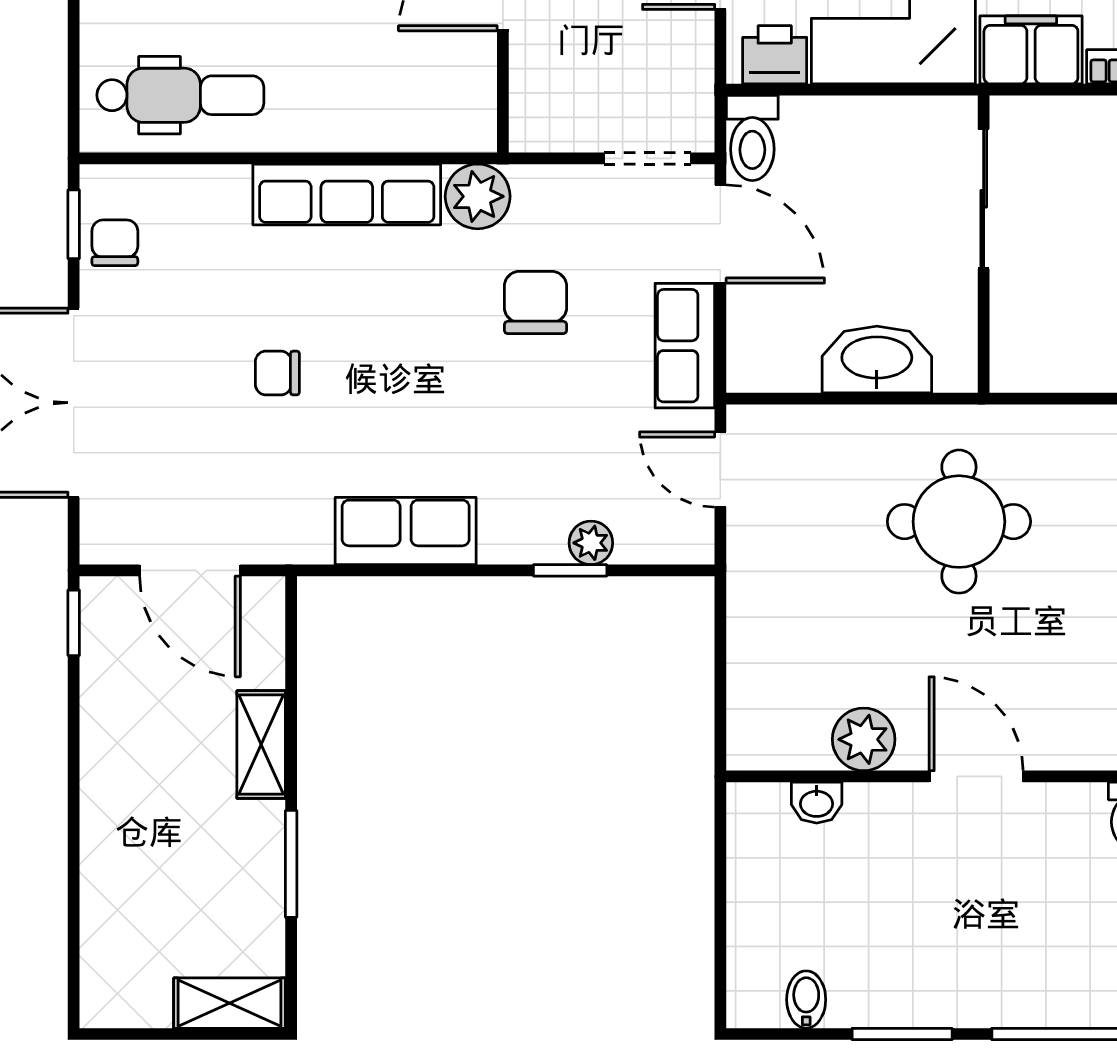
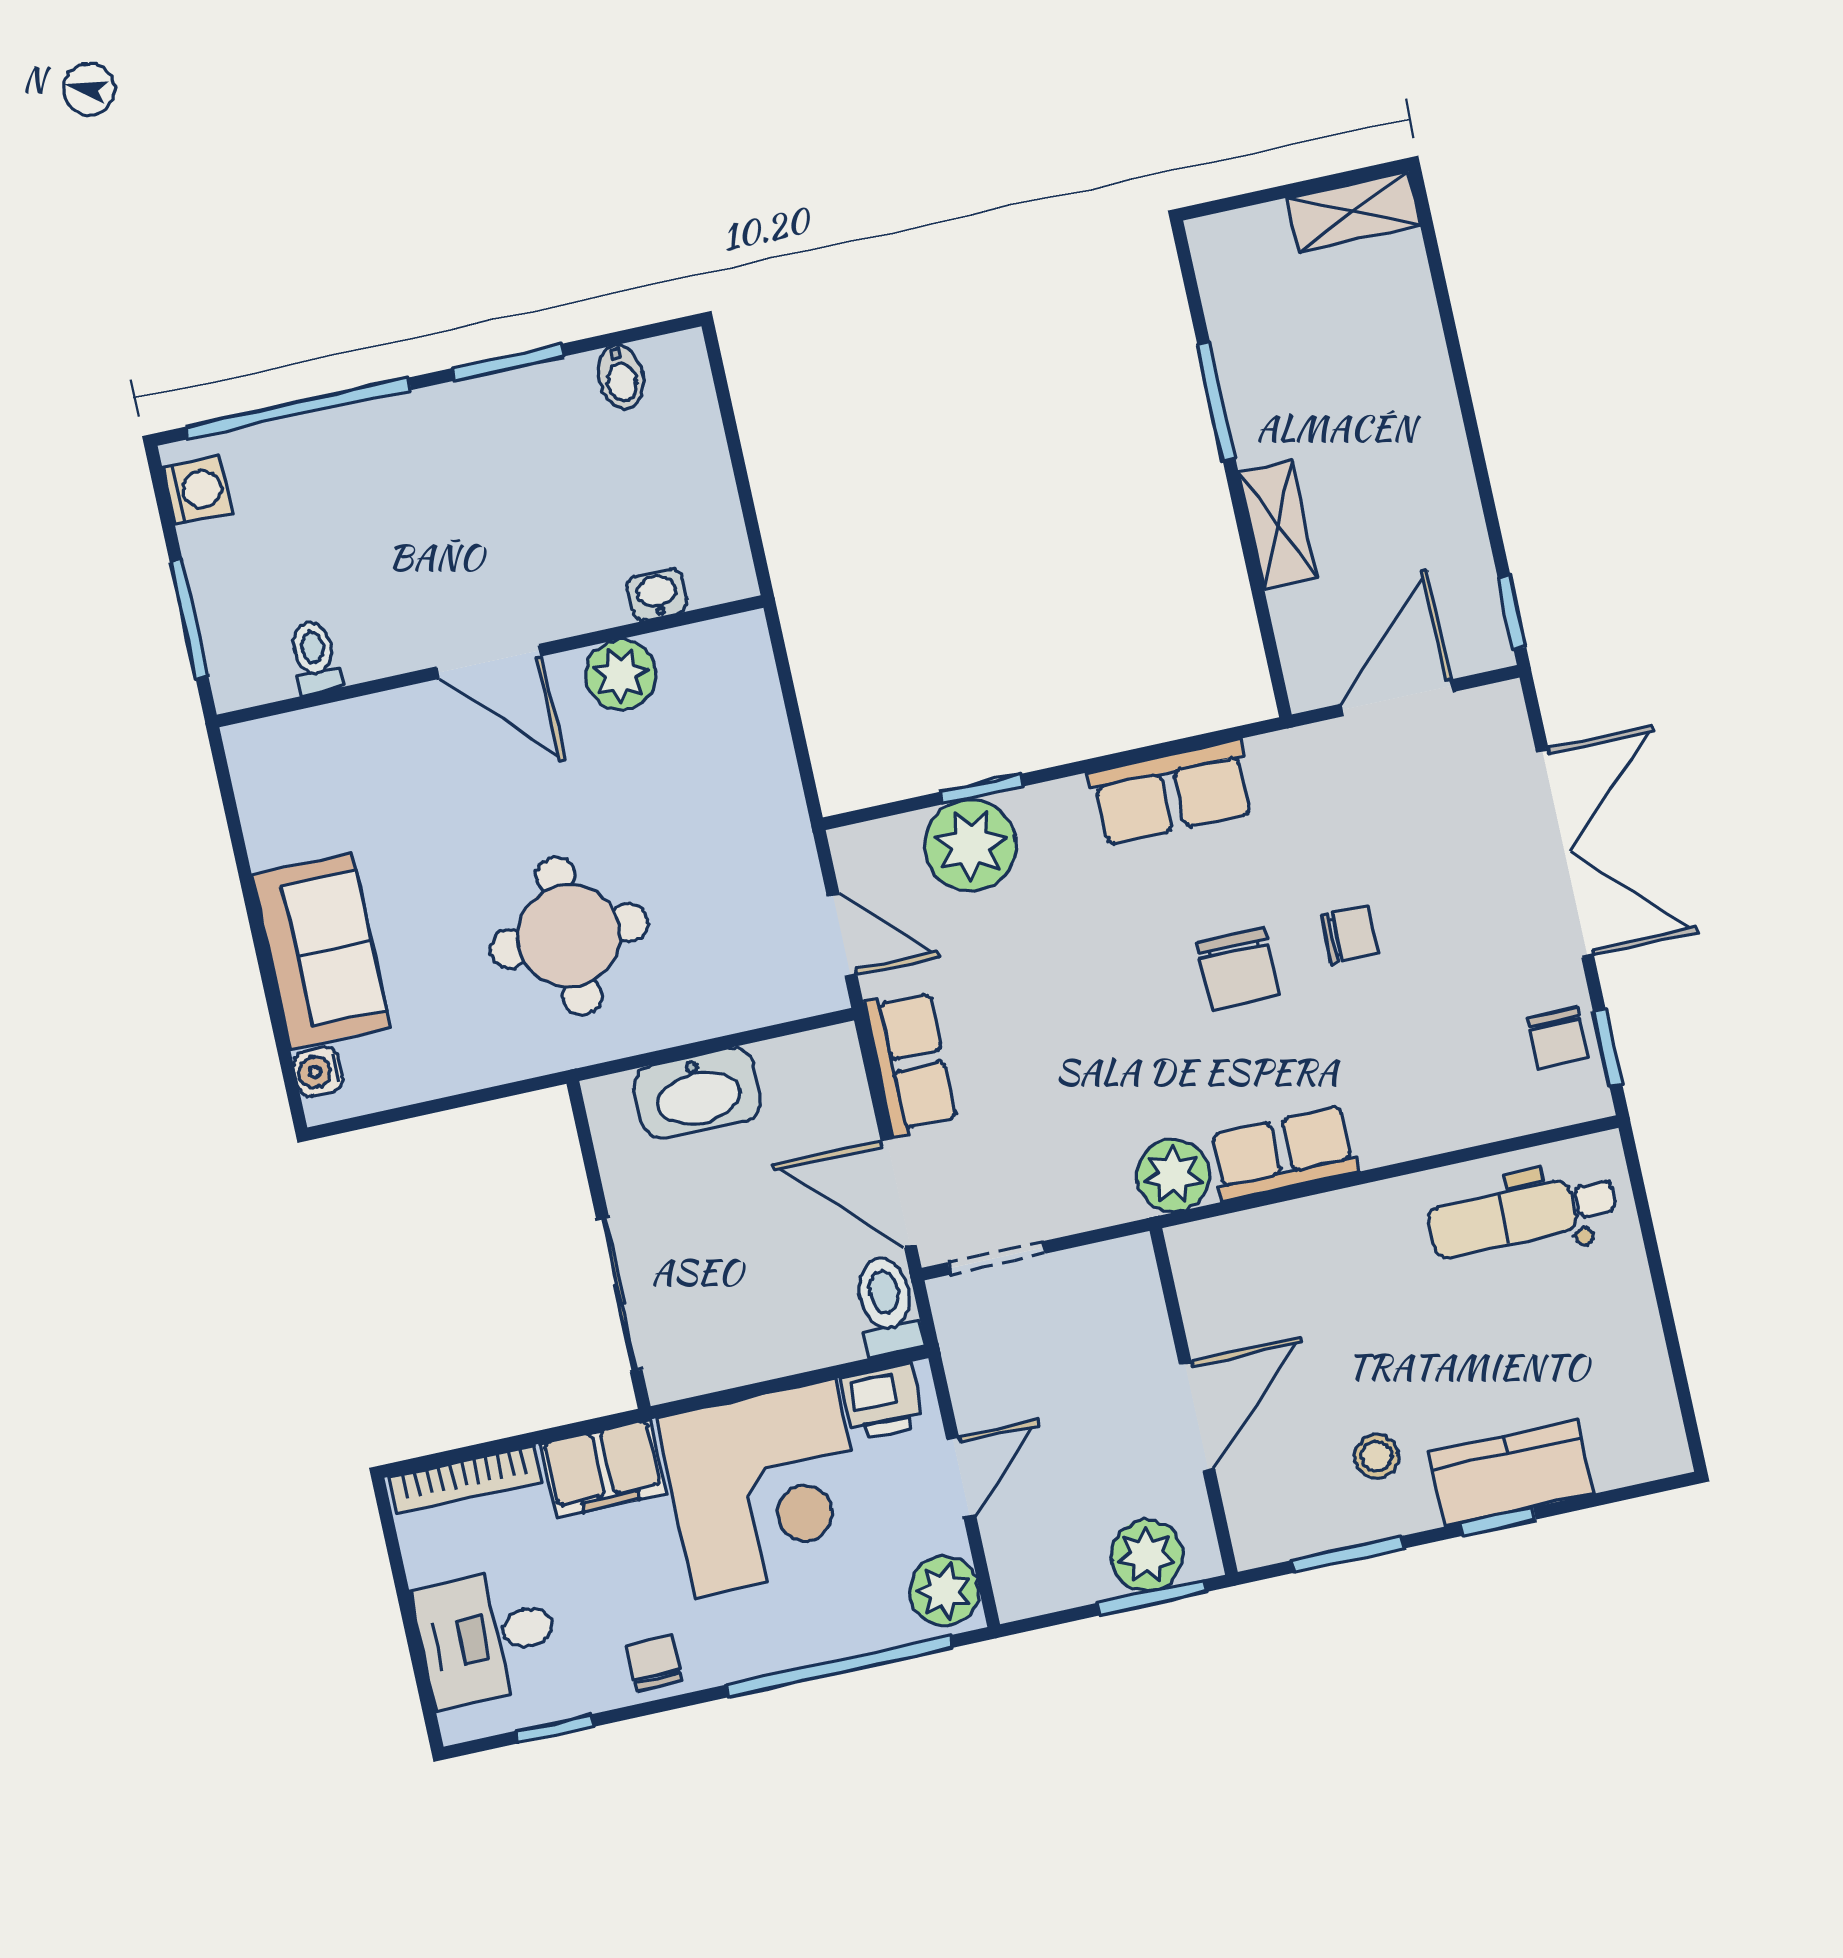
row of seats: (347, 194) -> (1283, 1154), width x0.68
chair: (535, 303) -> (1238, 969), moved
plant: (591, 543) -> (971, 845), width x1.88, depth x1.88
door: (190, 570) -> (1397, 698), hinge flipped
shelving: (230, 1003) -> (1353, 212), moved

